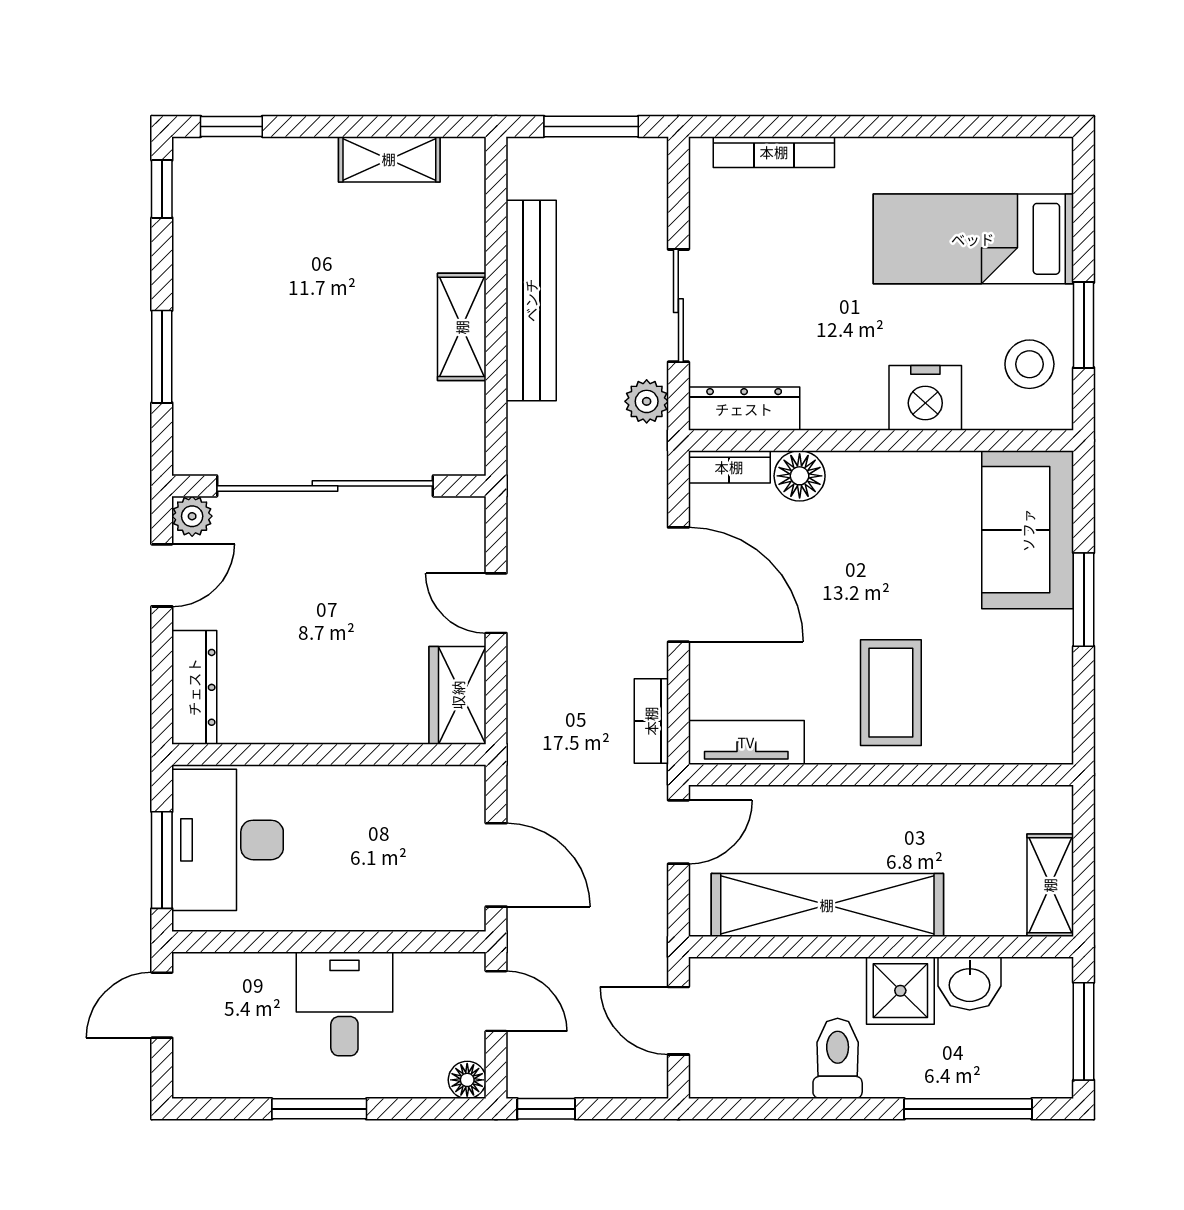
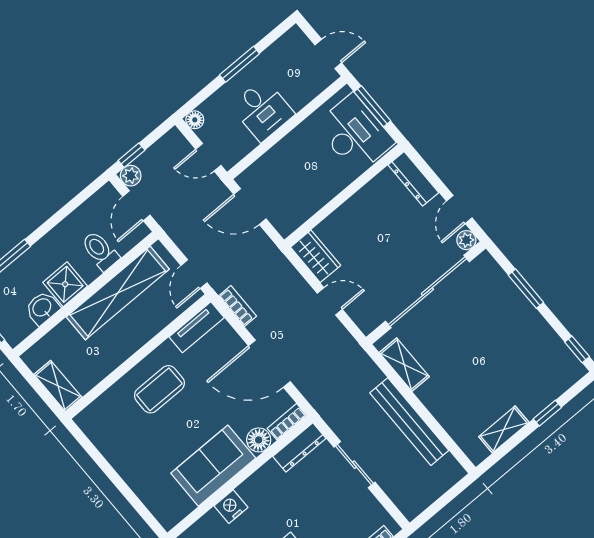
window: (231, 126) -> (547, 413), moved
window: (591, 126) -> (441, 503), removed
shelving: (462, 327) -> (404, 365), moved
nightstand: (925, 398) -> (231, 507), width x0.74, depth x0.75
plant: (647, 401) -> (131, 176), moved
sofa: (1028, 530) -> (213, 466), moved, turned -90
window: (1084, 600) -> (118, 482), removed
coffee table: (891, 693) -> (159, 389), turned 90
shelving: (1050, 885) -> (58, 386), moved
door: (162, 1005) -> (328, 54), hinge flipped
door: (678, 1021) -> (136, 206), swing flipped
toilet: (838, 1058) -> (100, 251), moved, turned 180
window: (546, 1109) -> (132, 155), moved

